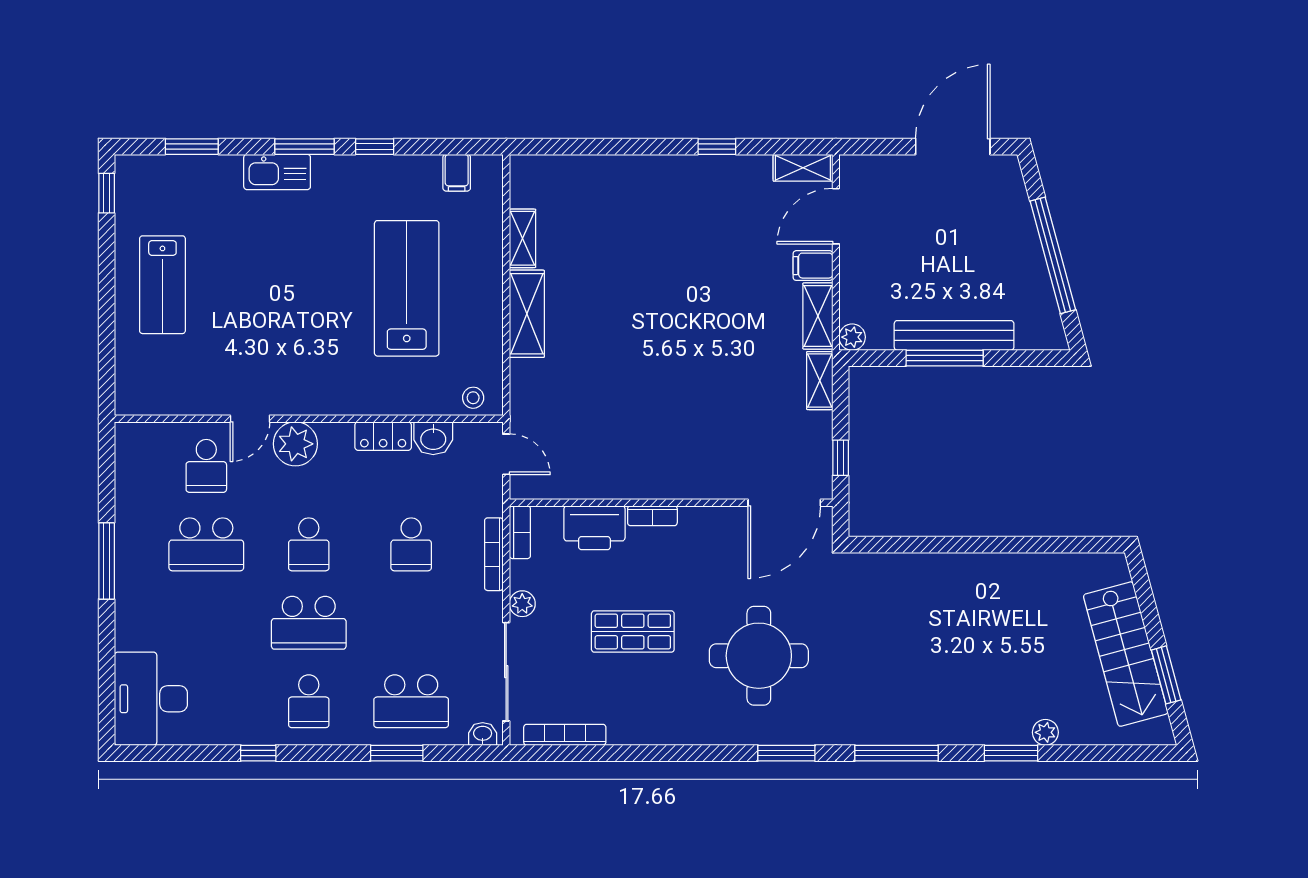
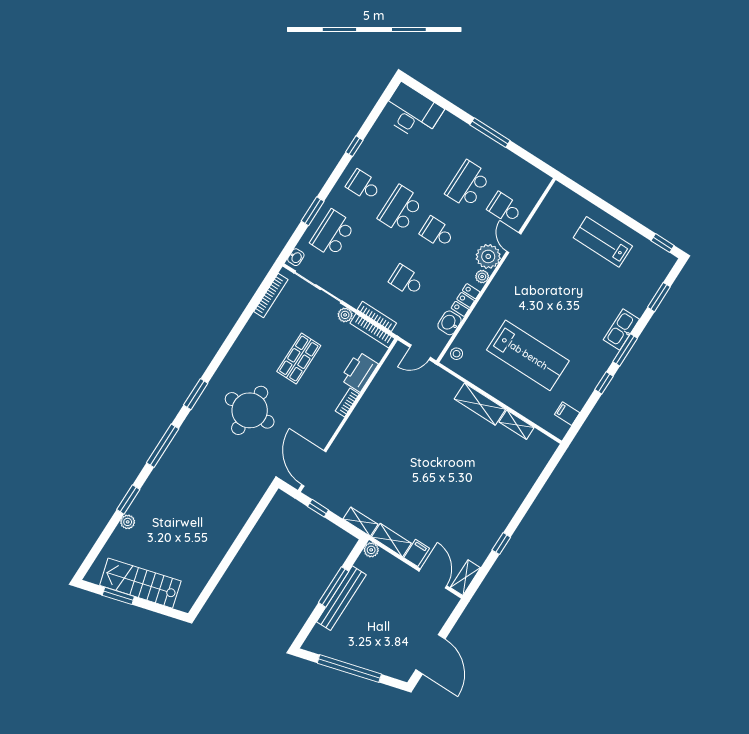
plant: (332, 434) -> (482, 277), added
bookcase: (520, 532) -> (372, 331), width x1.56

